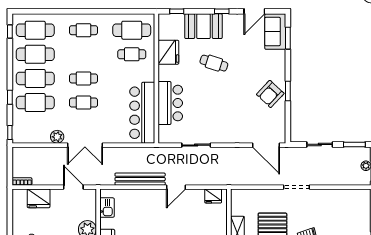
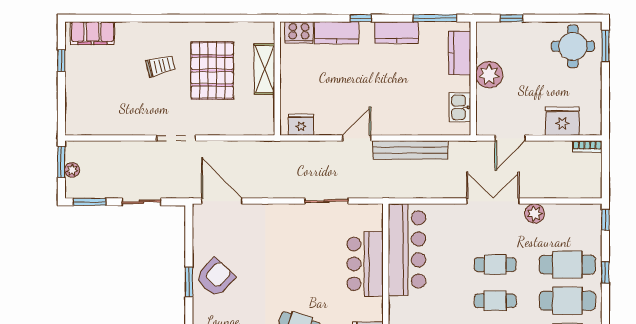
door: (73, 187) -> (510, 138), hinge flipped

